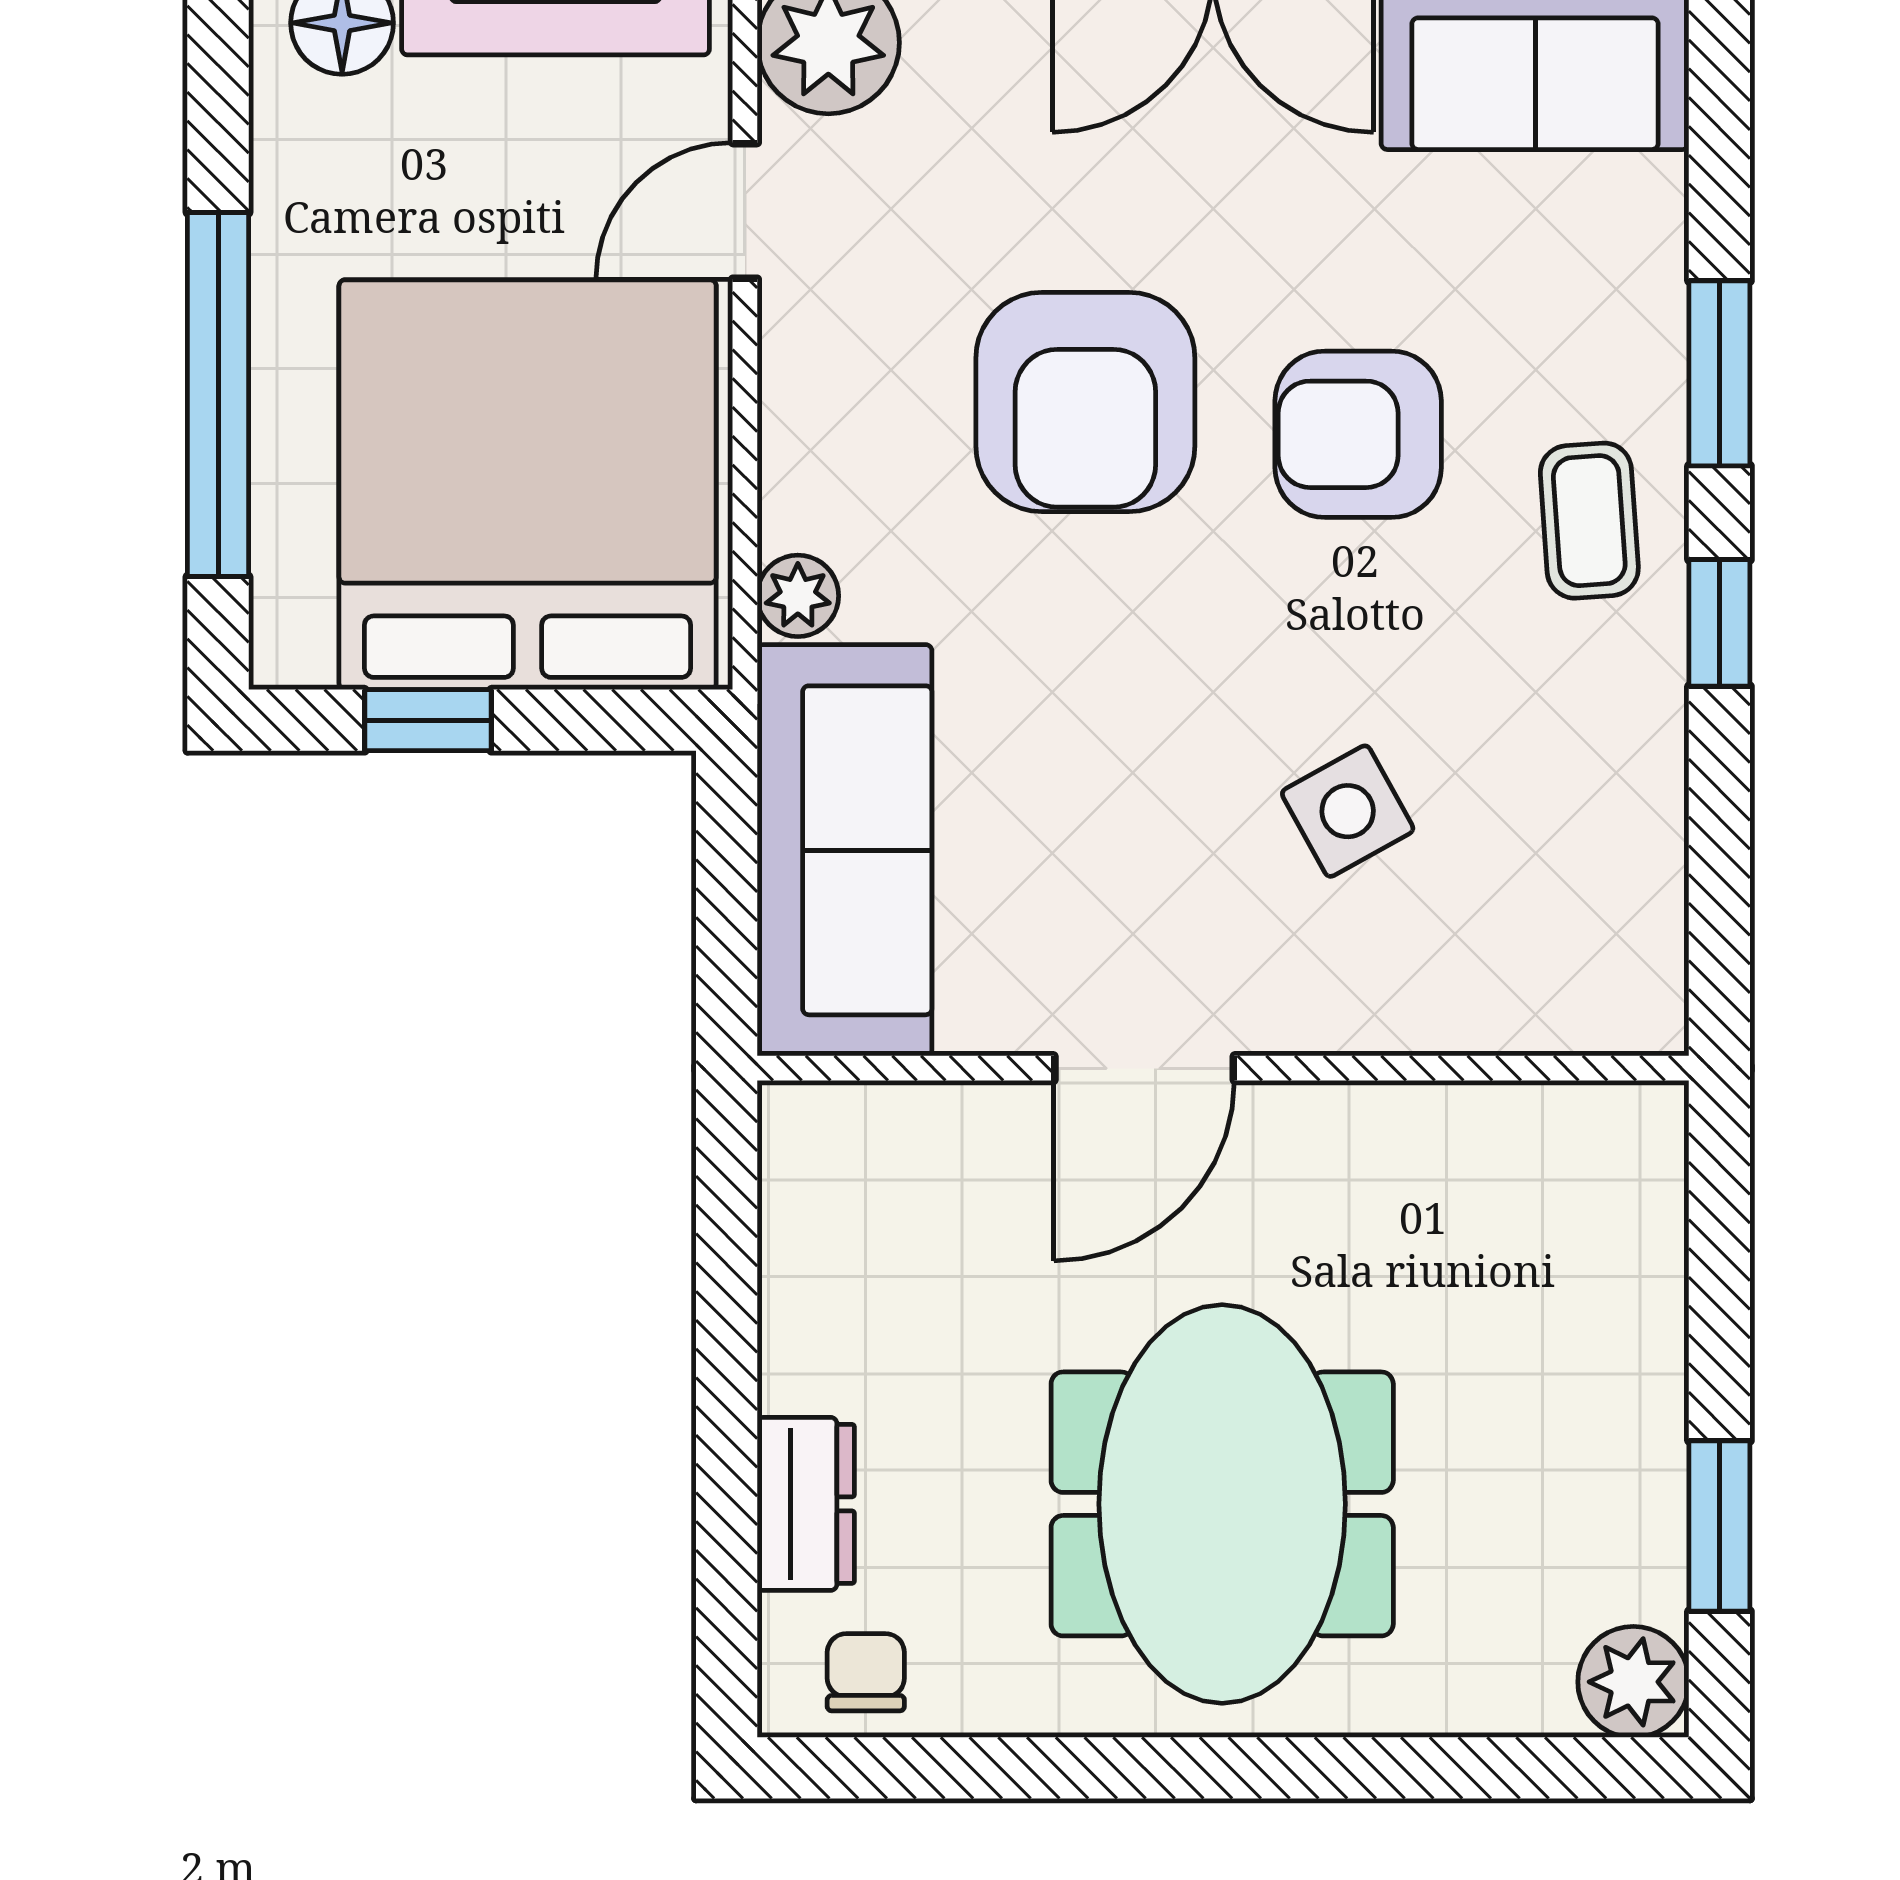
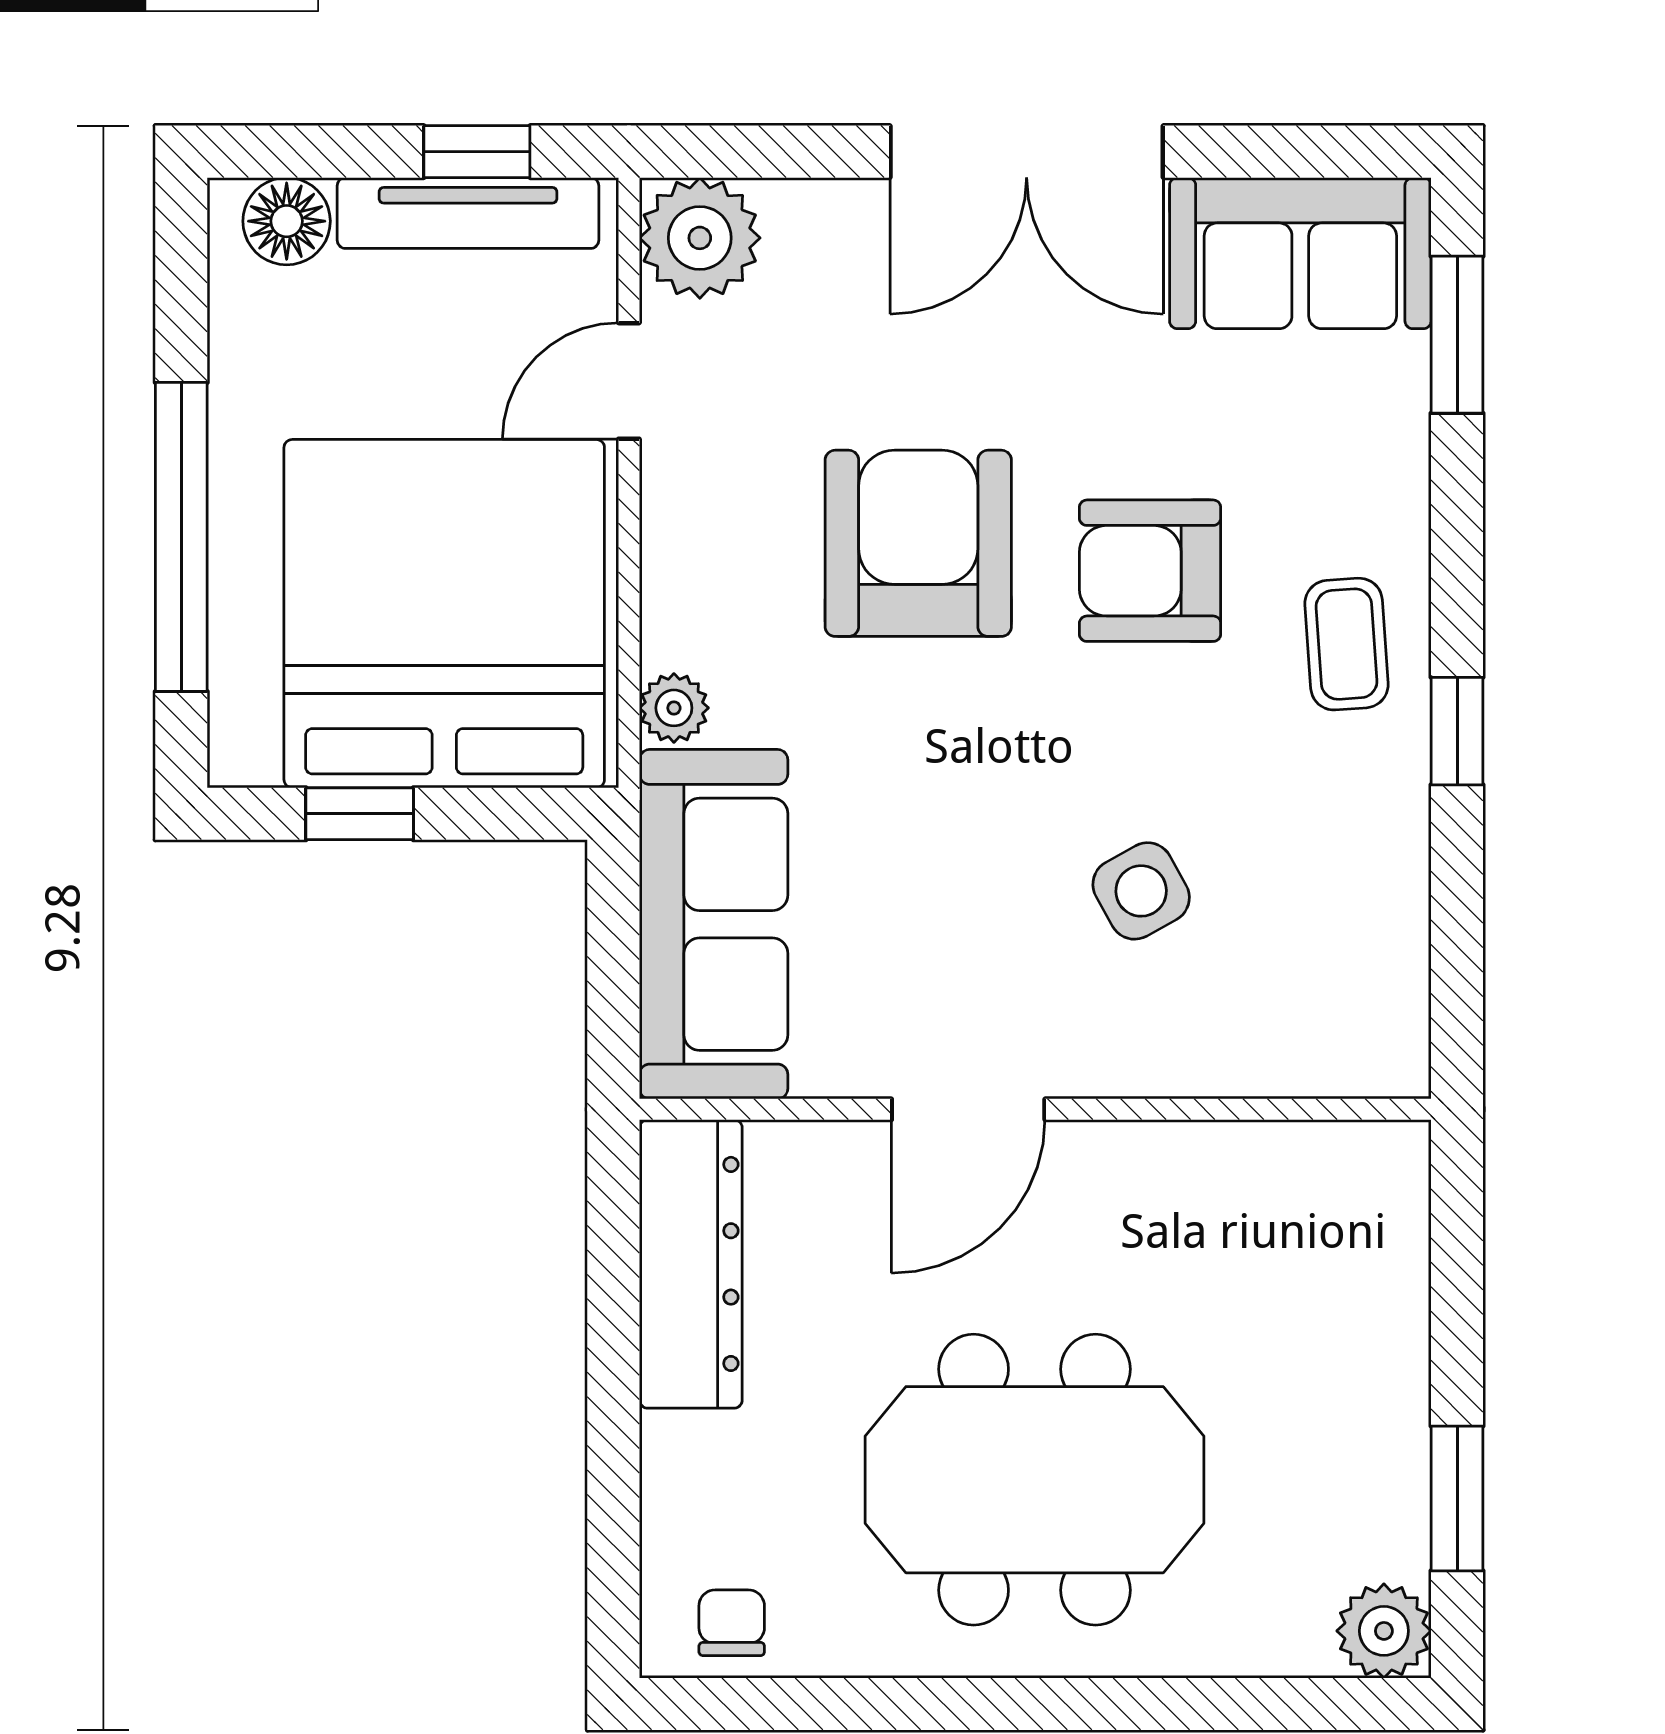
window: (1719, 373) -> (1457, 335), moved
armchair: (1085, 402) -> (918, 543), turned 180
dresser: (806, 1504) -> (691, 1264), moved, width x1.96, depth x1.24
meeting table: (1222, 1504) -> (1035, 1480), turned 90

